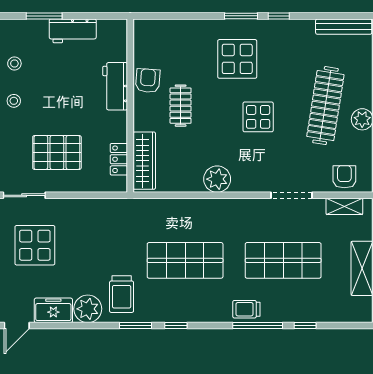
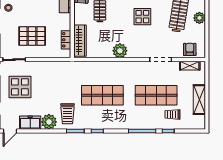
trolley: (246, 309) -> (173, 114), moved

